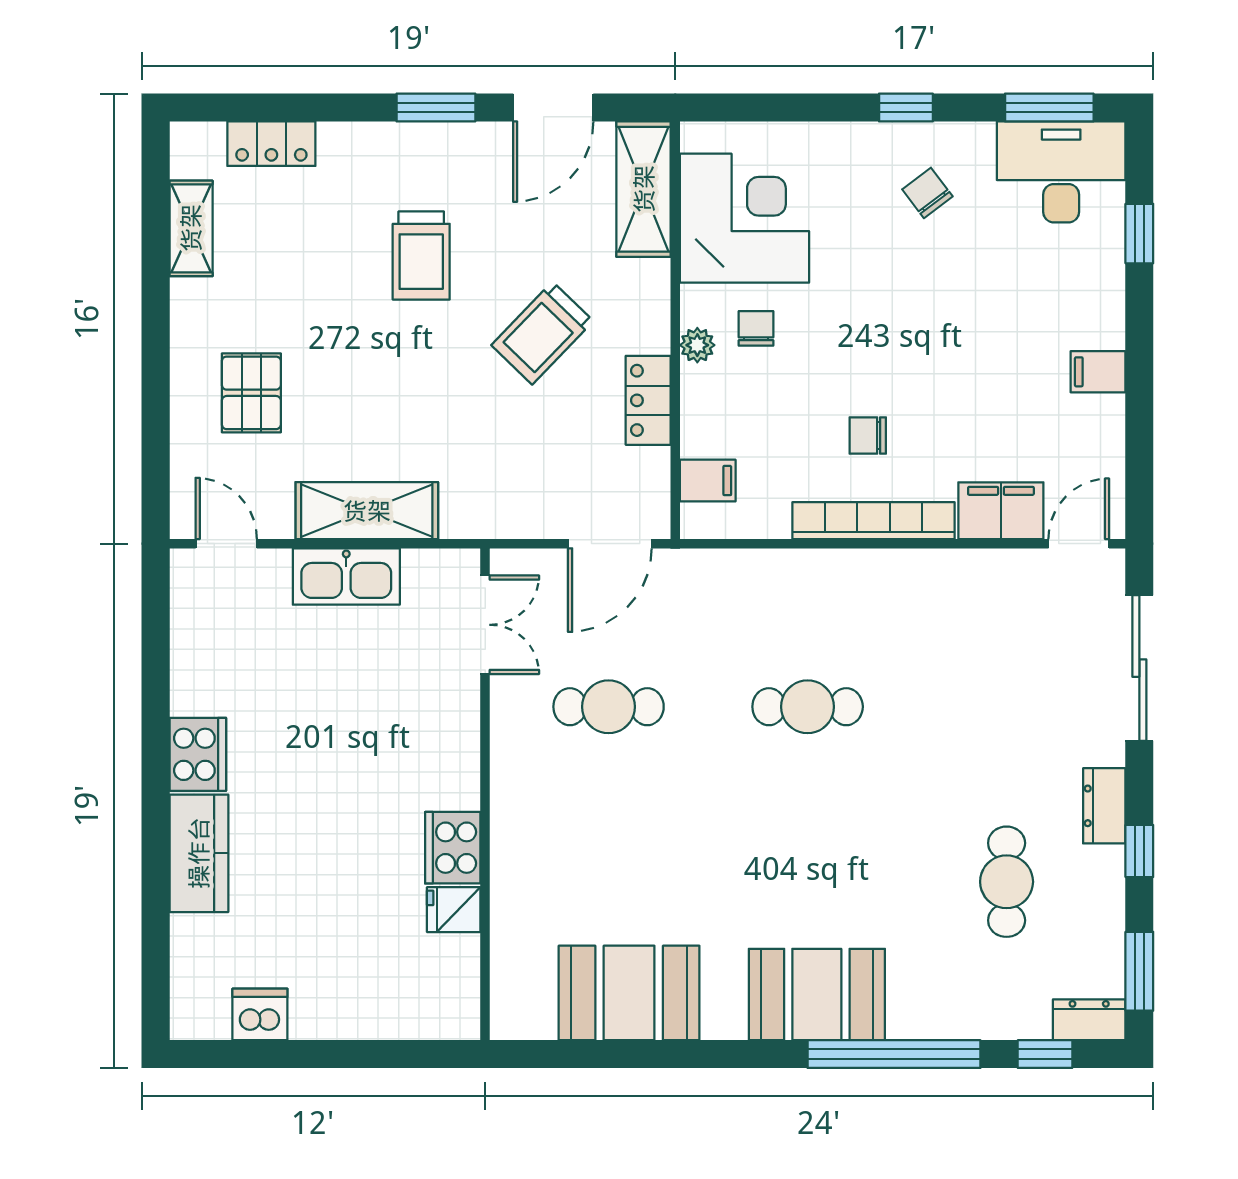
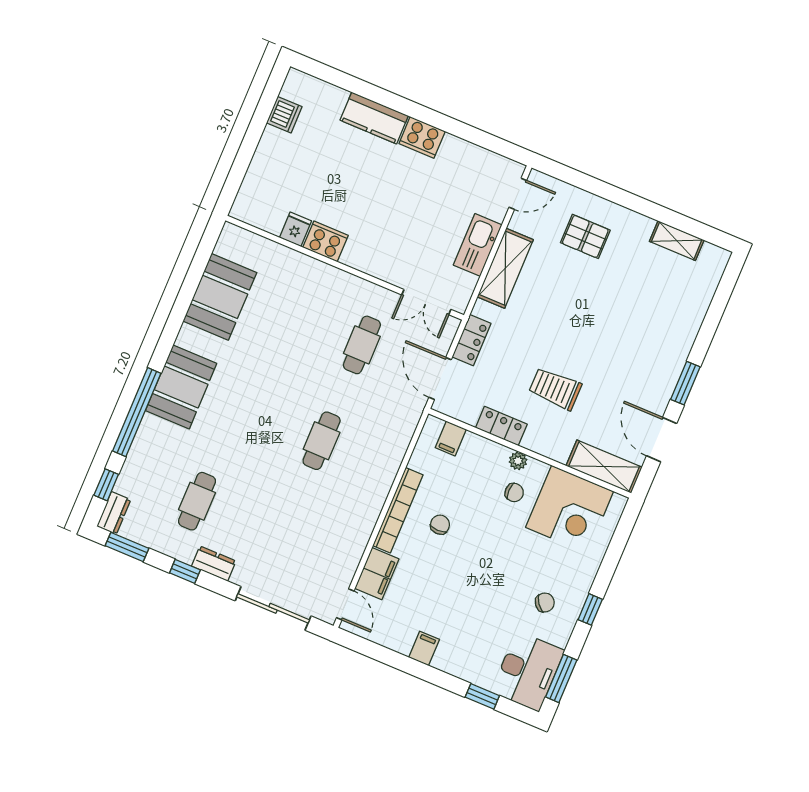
locker: (271, 144) -> (471, 340), moved, turned 180
trolley: (421, 255) -> (617, 346), removed
trolley: (542, 333) -> (555, 389), turned -44
cafe table: (1007, 882) -> (197, 501), turned 90

